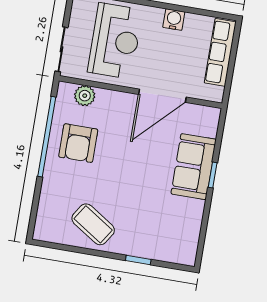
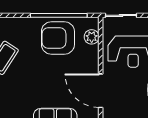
armchair: (78, 143) -> (58, 38), width x1.36, depth x1.36

